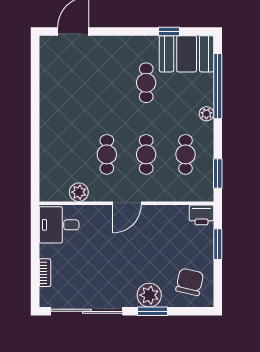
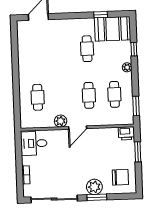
window: (218, 86) -> (134, 49), width x0.32
cafe table: (107, 154) -> (38, 97), moved
plant: (79, 192) -> (61, 121), moved
chair: (190, 282) -> (120, 177), turned 77

